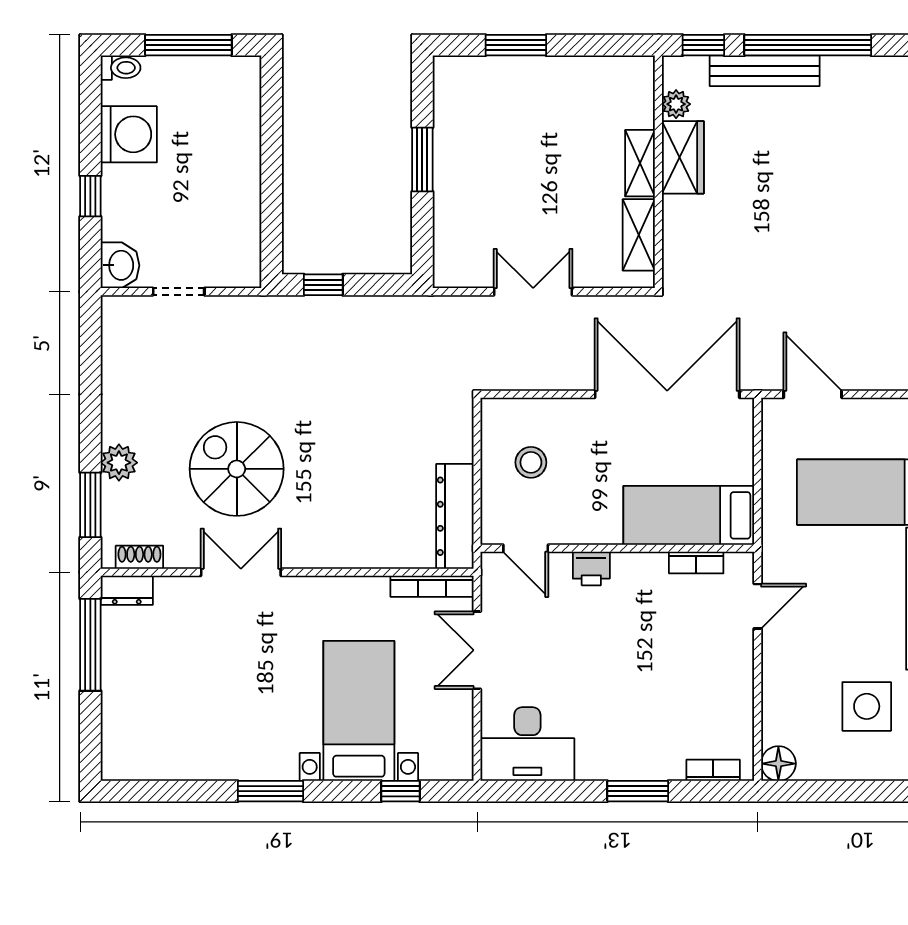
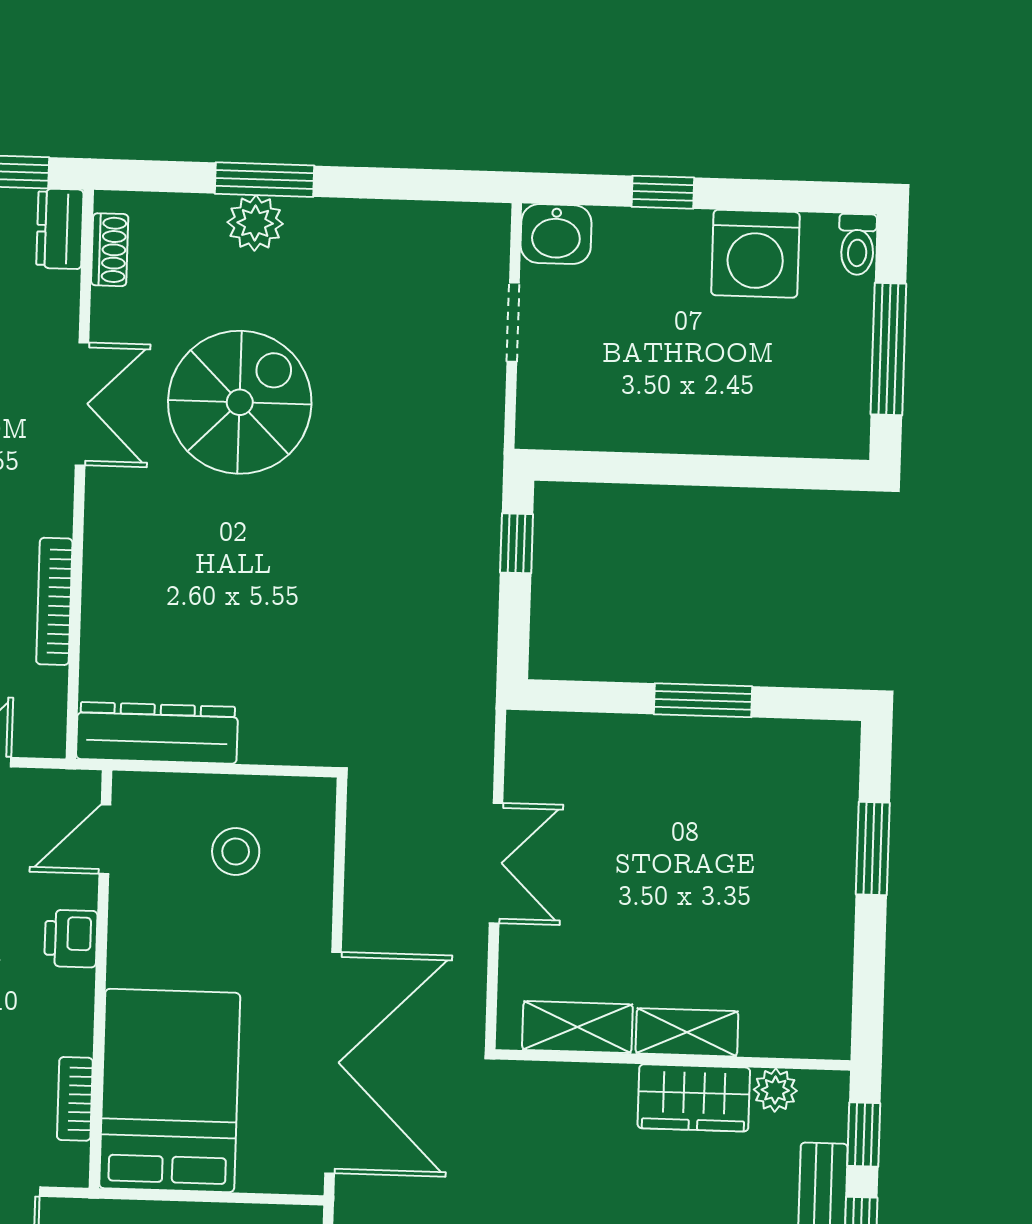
window: (90, 505) -> (264, 180), moved
bed: (689, 515) -> (170, 1091), width x1.50
bookcase: (432, 586) -> (54, 601), moved

